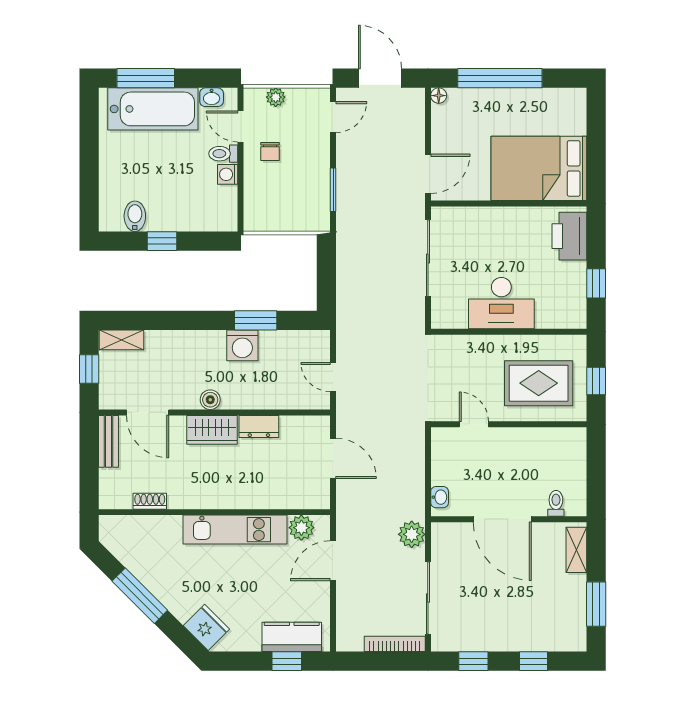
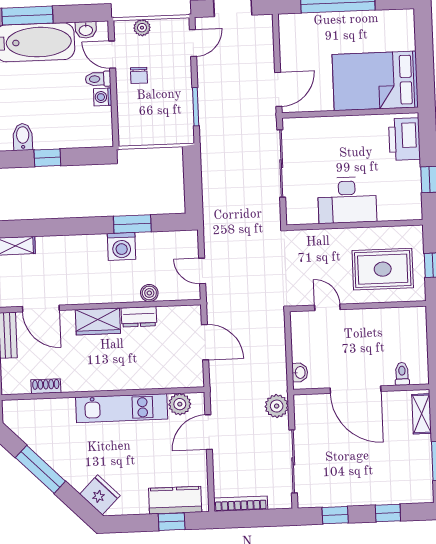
floor lamp: (439, 96) -> (285, 20), removed
boiler: (210, 400) -> (149, 293), moved
bookcase: (395, 644) -> (241, 504), moved

